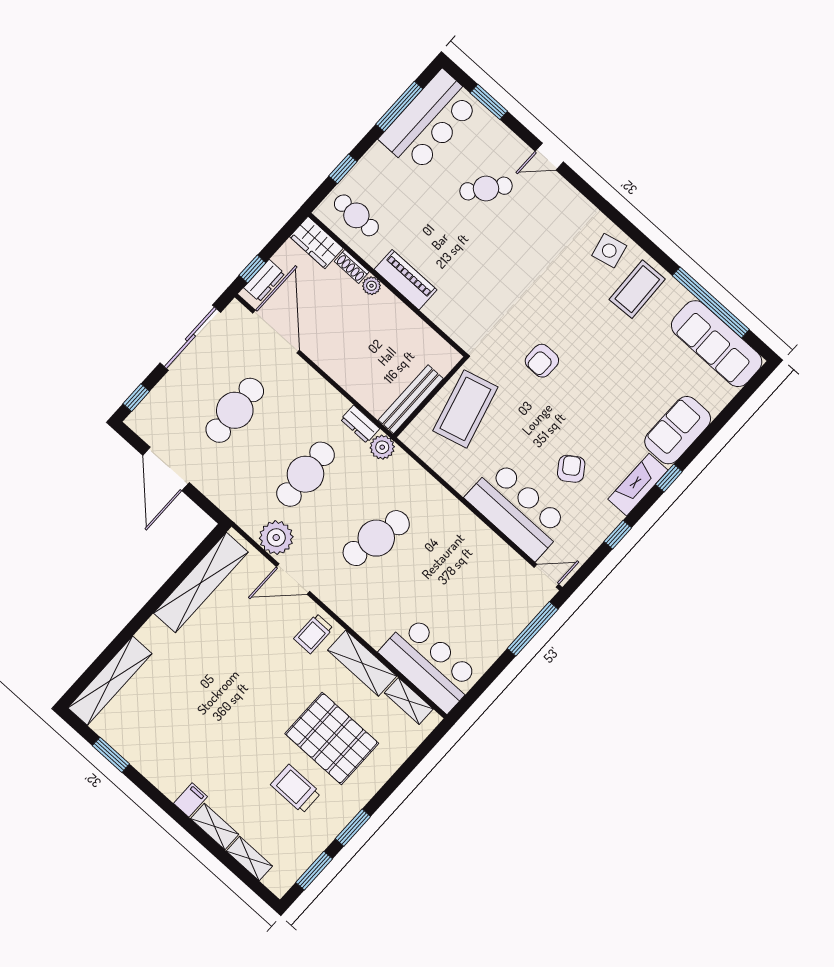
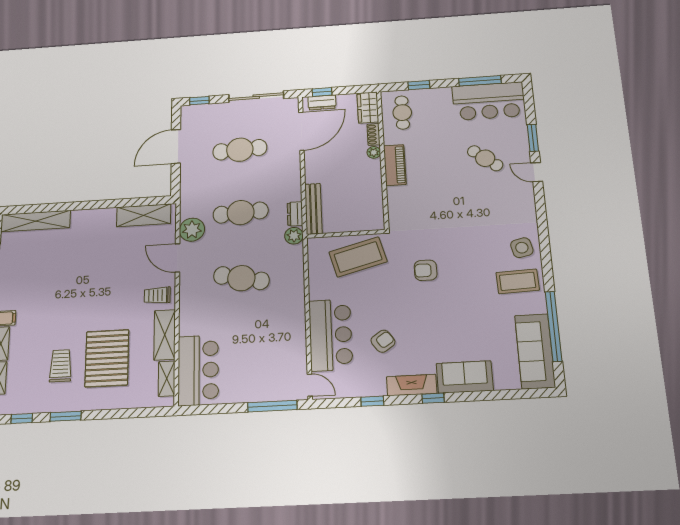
window: (489, 102) -> (533, 138), moved
bench: (411, 399) -> (313, 209), moved, turned 90
shelving: (201, 583) -> (144, 215), width x0.68
window: (314, 871) -> (22, 418), width x0.67

